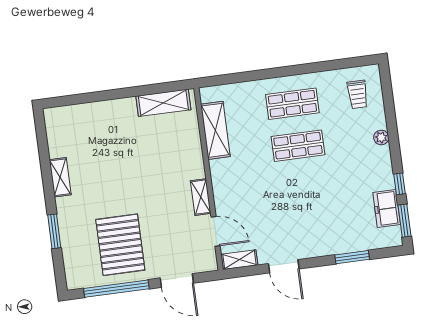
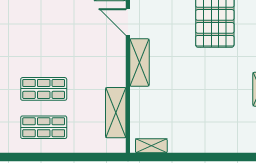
shelving: (163, 103) -> (151, 146), width x0.67, depth x0.75
shelving: (201, 197) -> (139, 62), width x1.50, depth x1.33

